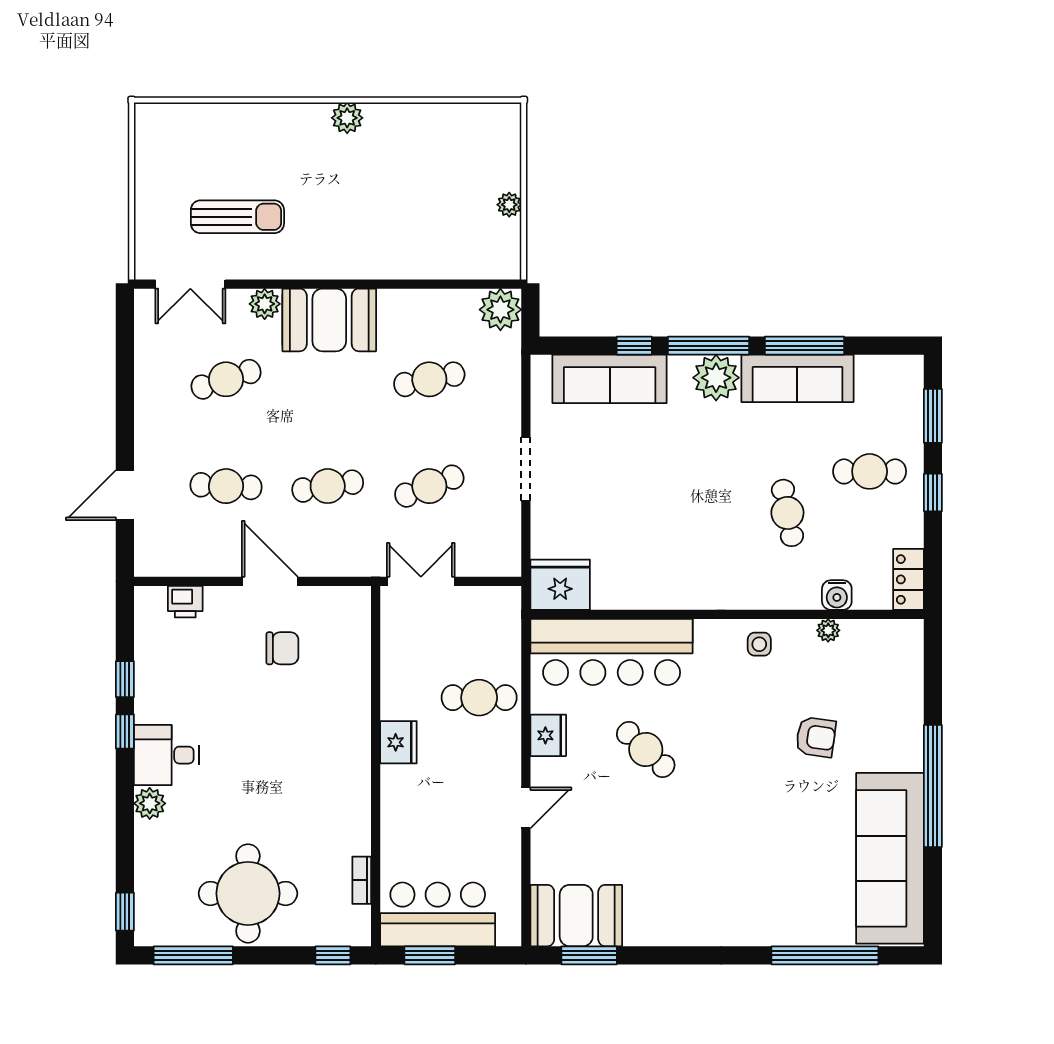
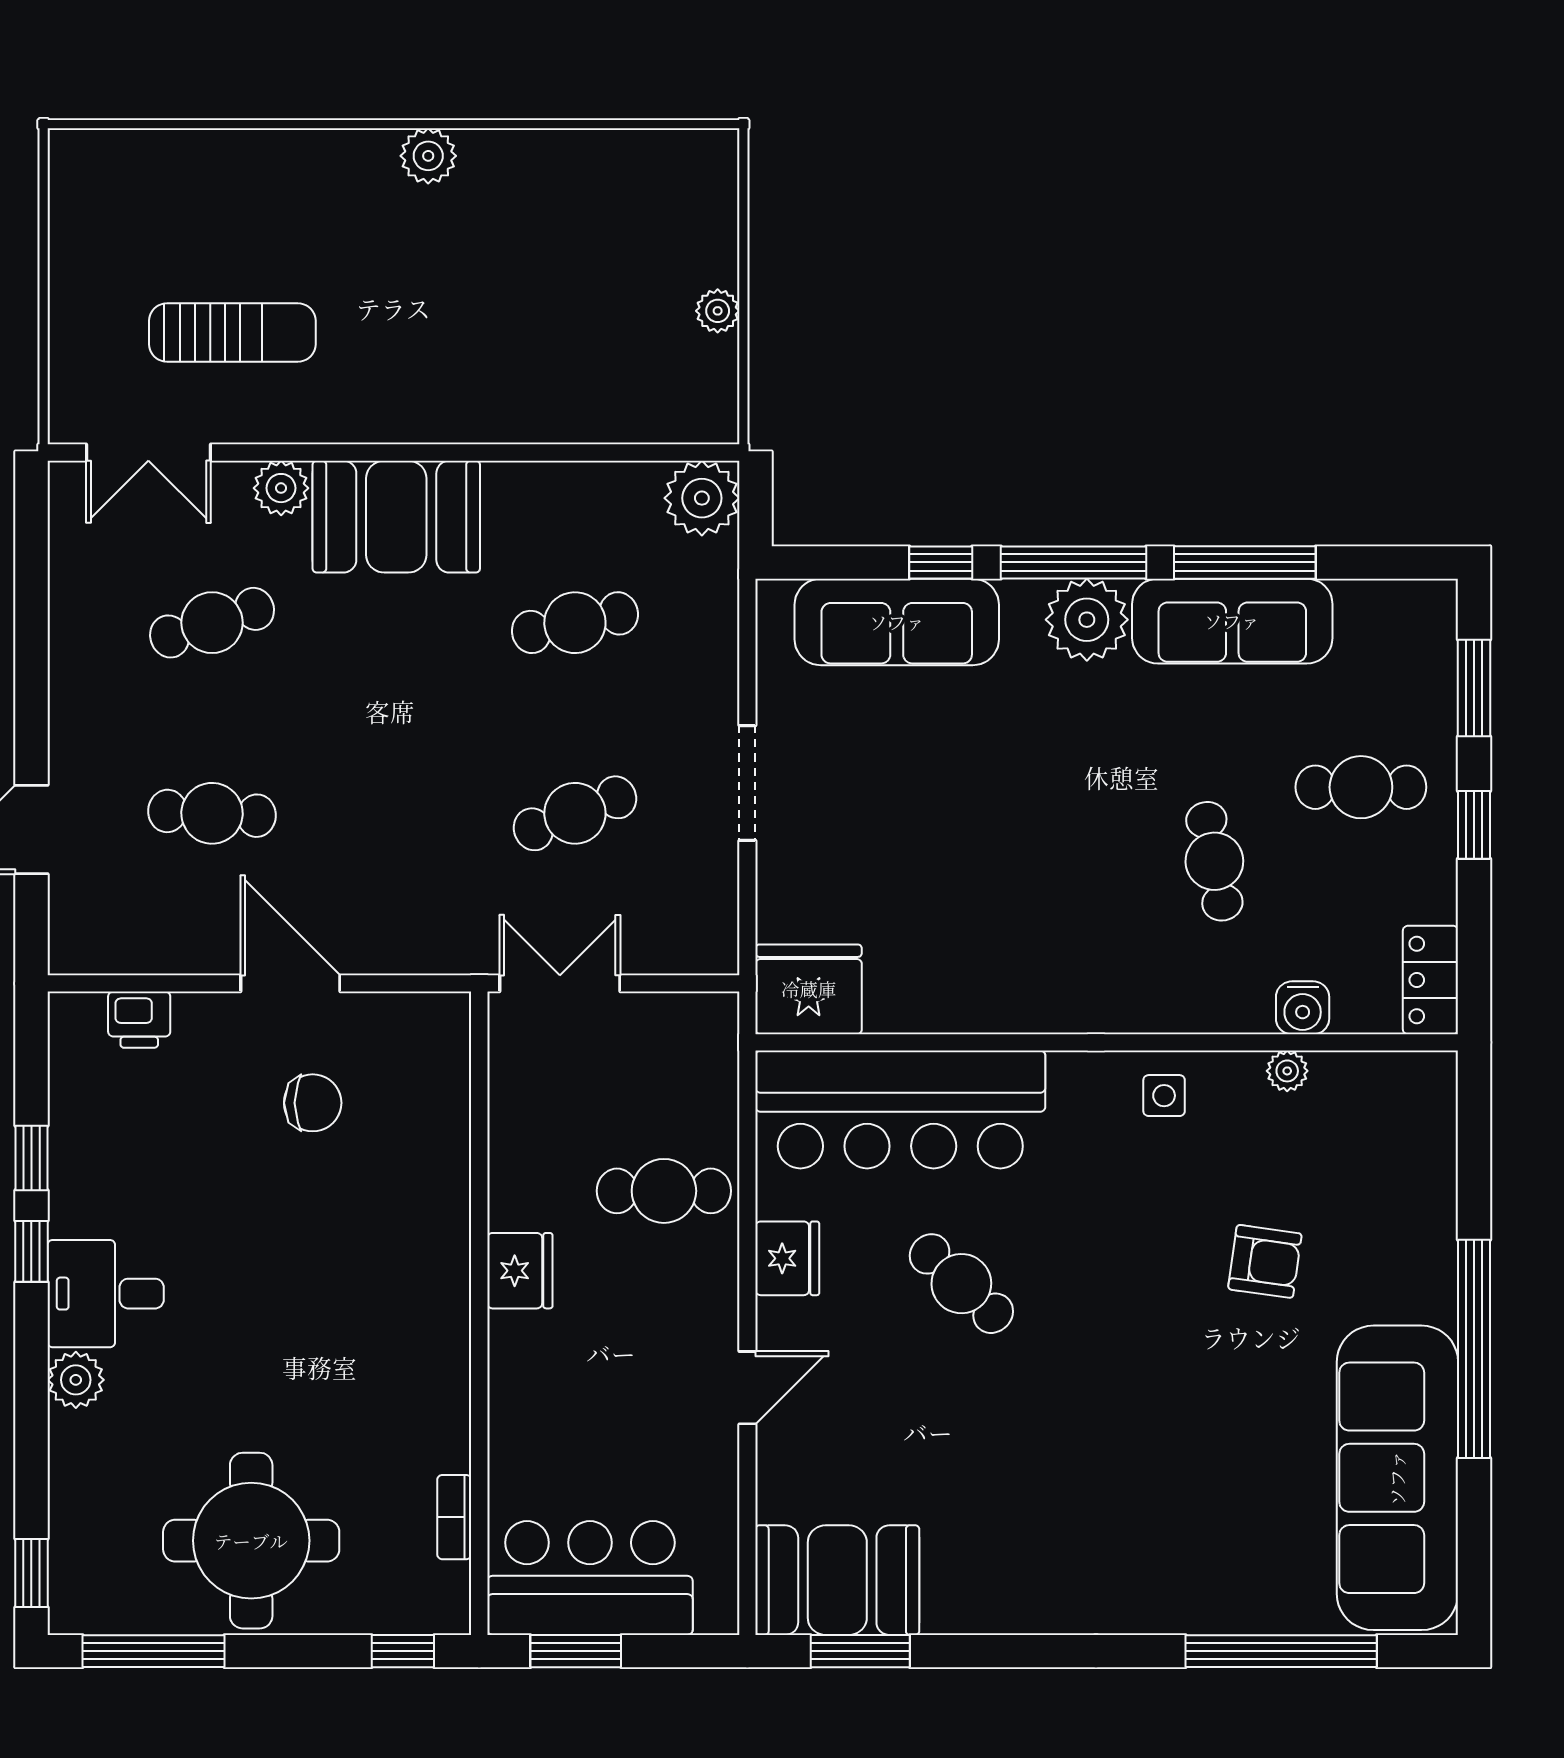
cafe table: (328, 486) -> (393, 813), removed

